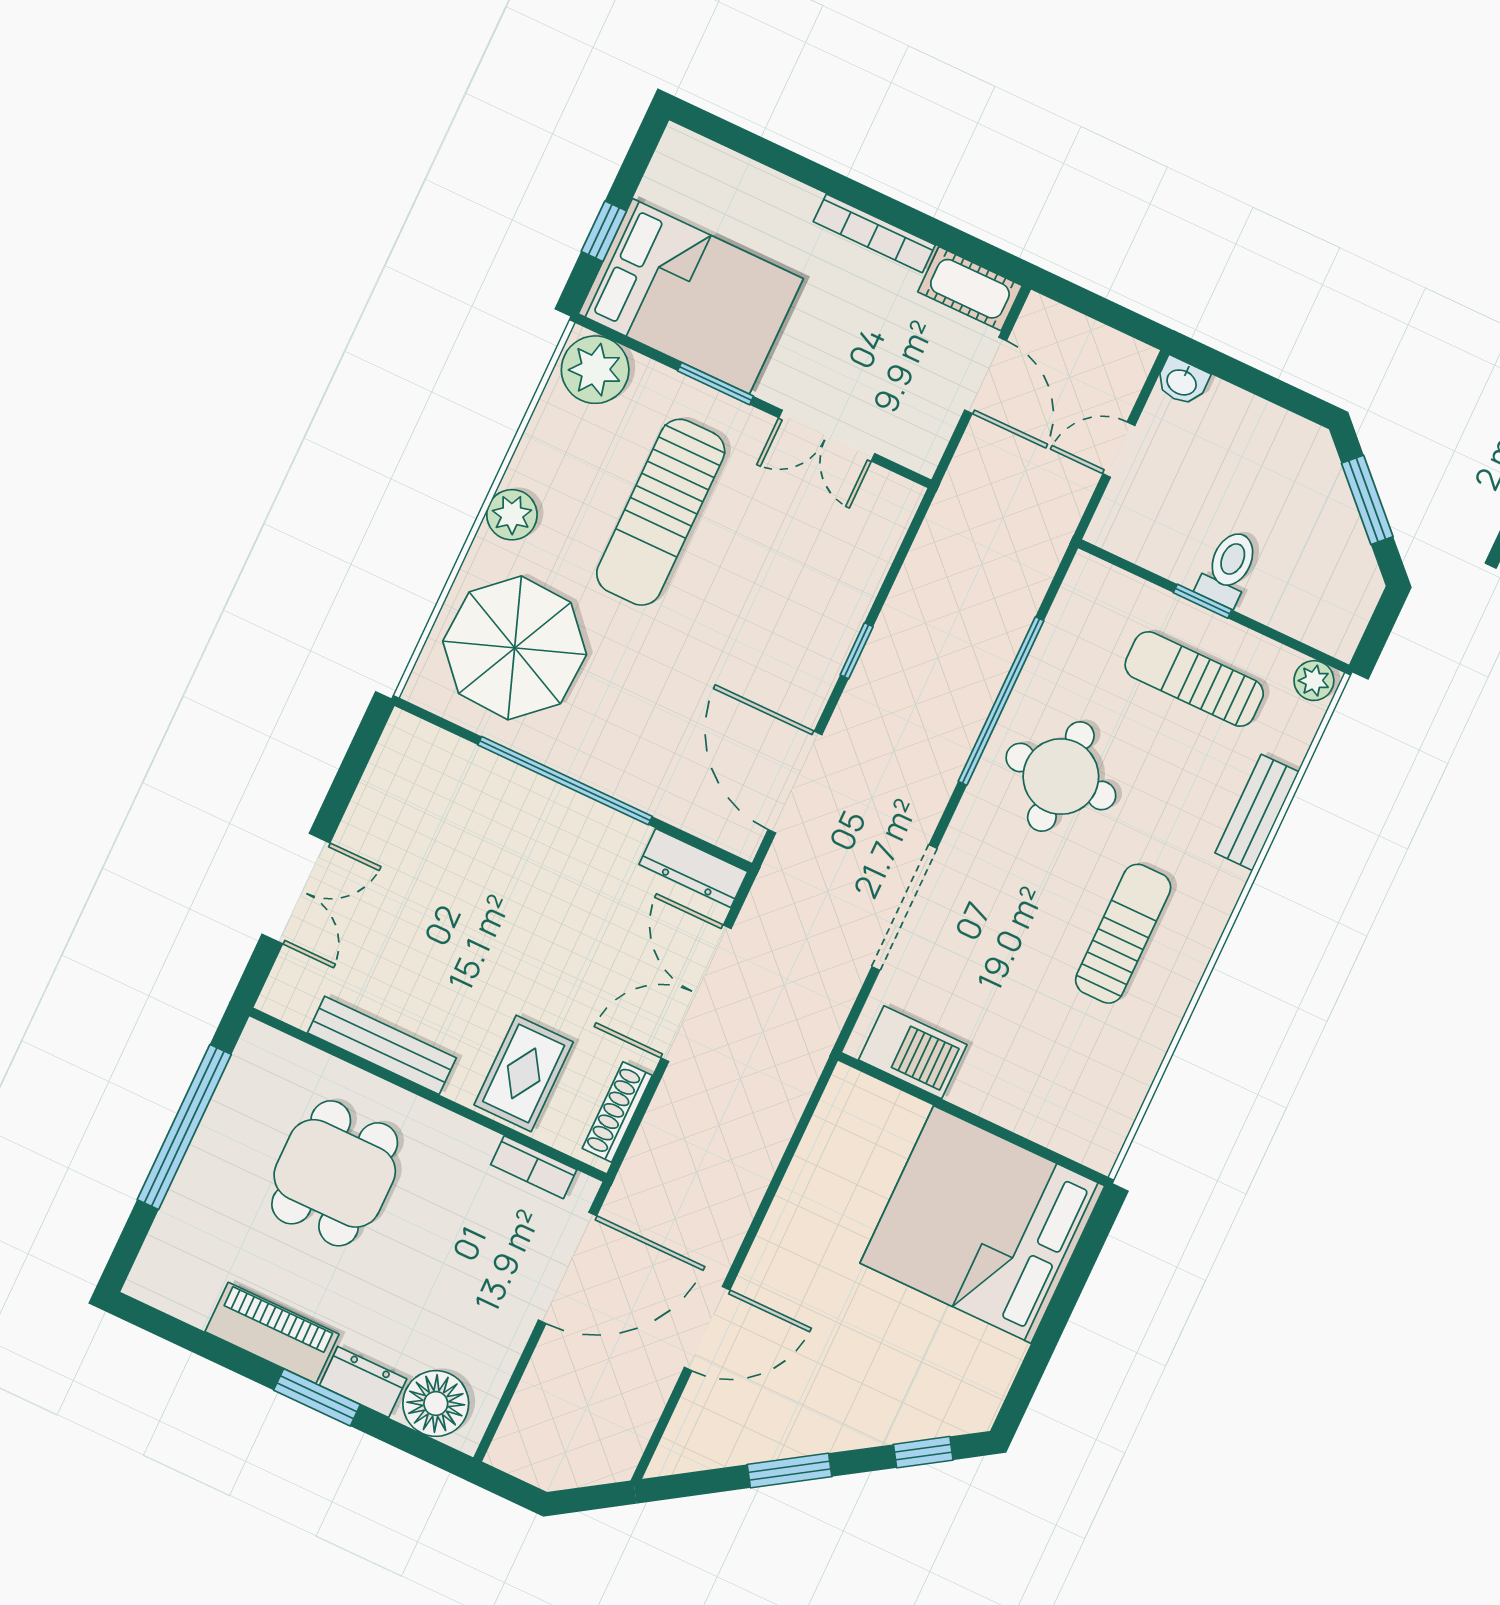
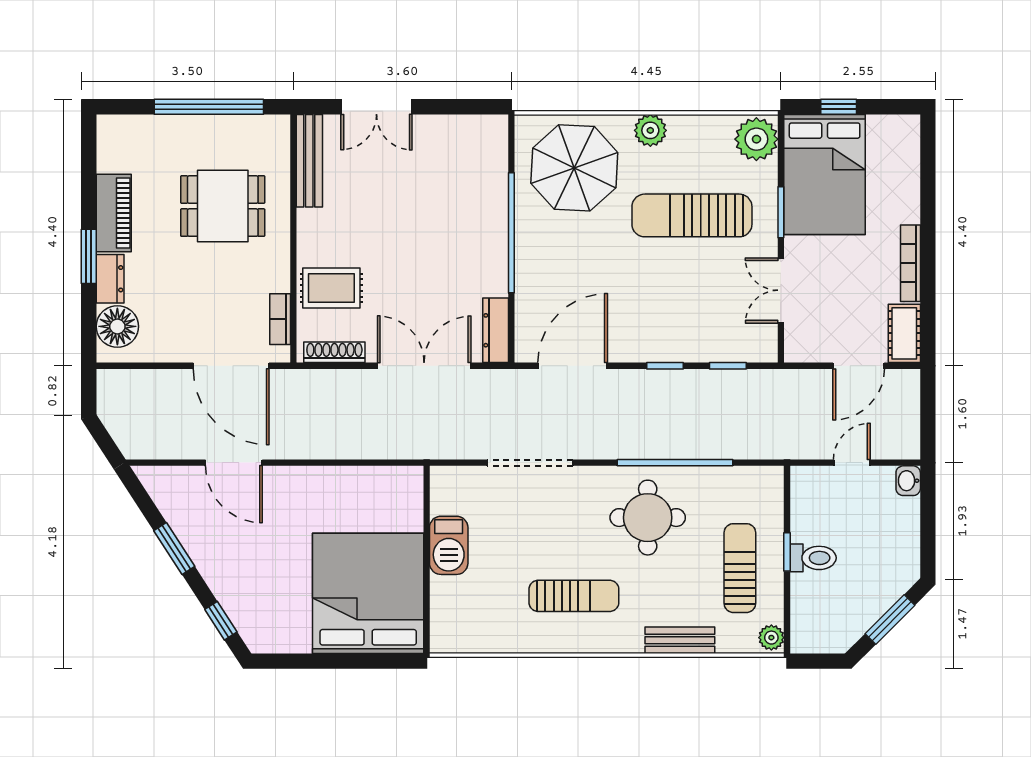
door: (1119, 450) -> (852, 463), hinge flipped
window: (898, 561) -> (728, 366), added
bench: (382, 1045) -> (309, 161), moved
barbecue: (913, 1052) -> (449, 545), moved

